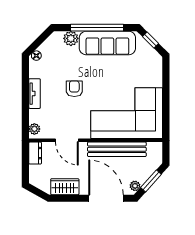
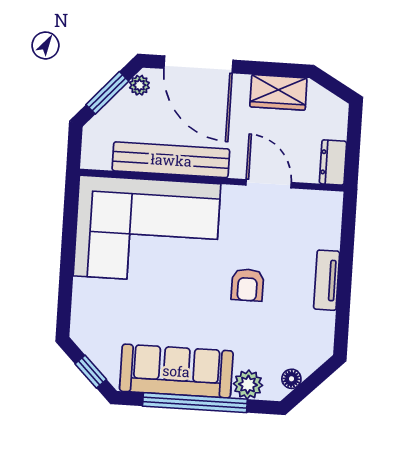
floor lamp: (36, 56) -> (291, 379), moved
plant: (34, 129) -> (331, 210), removed

